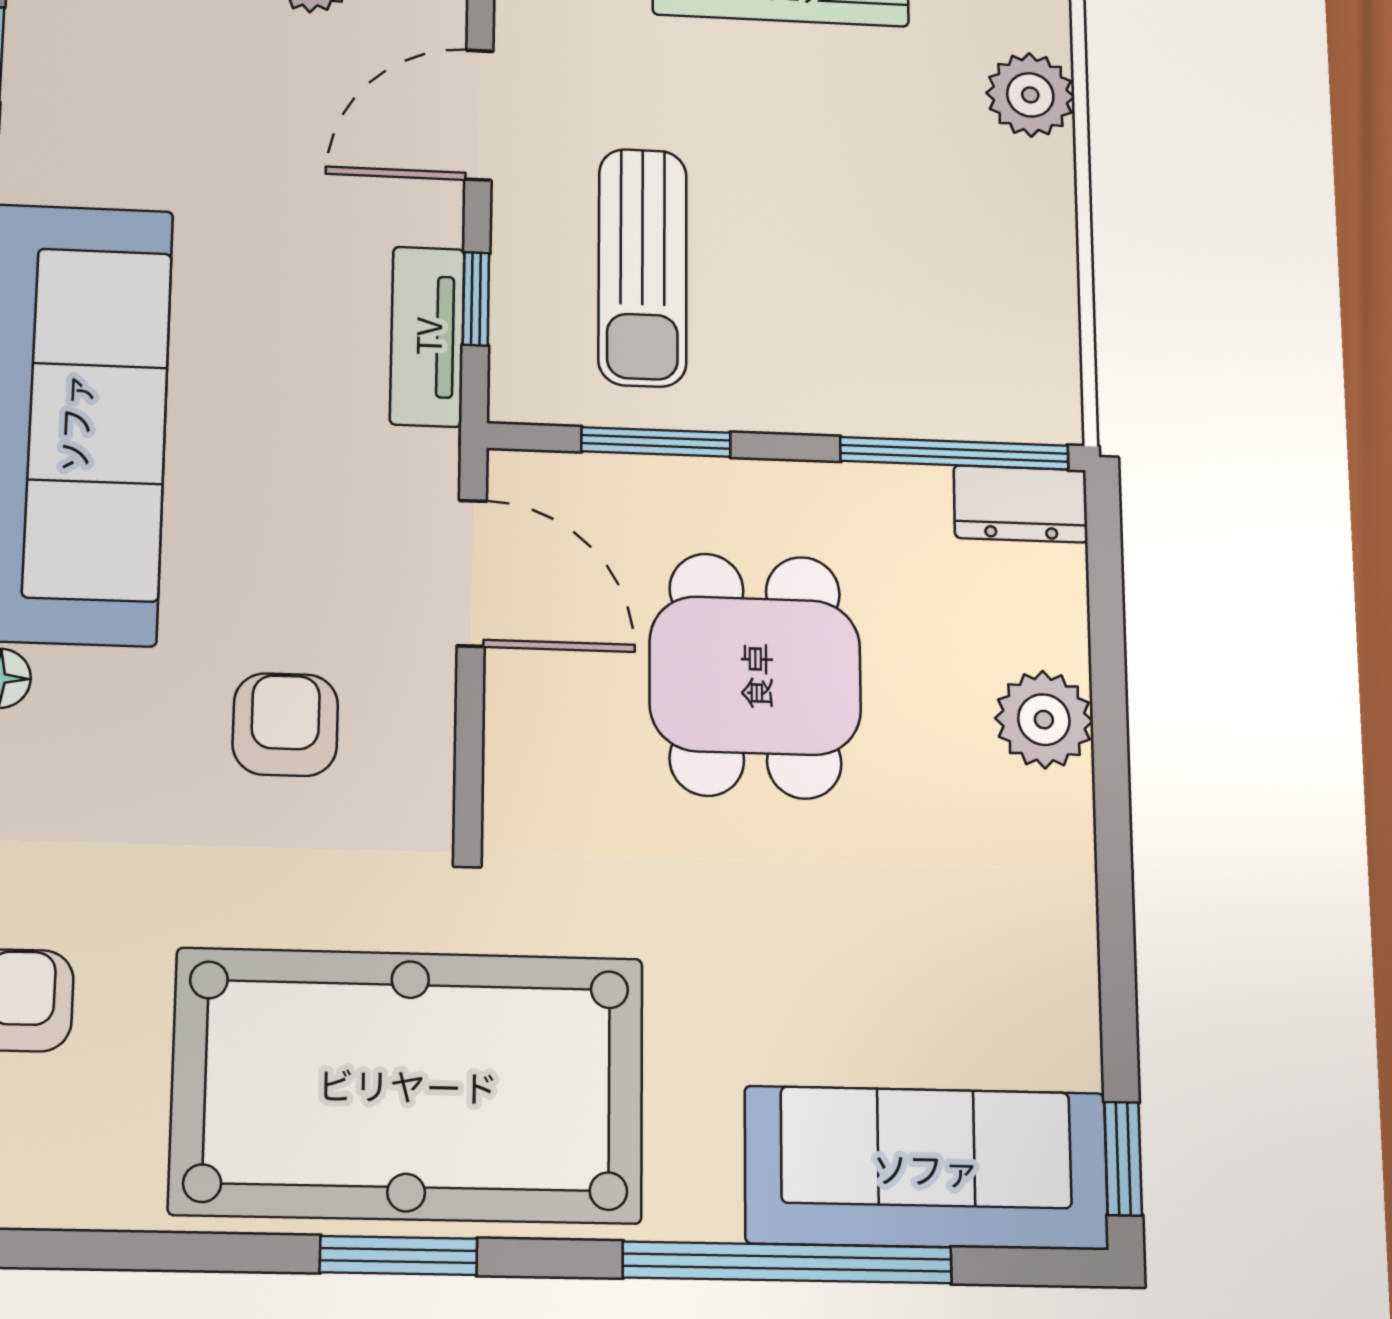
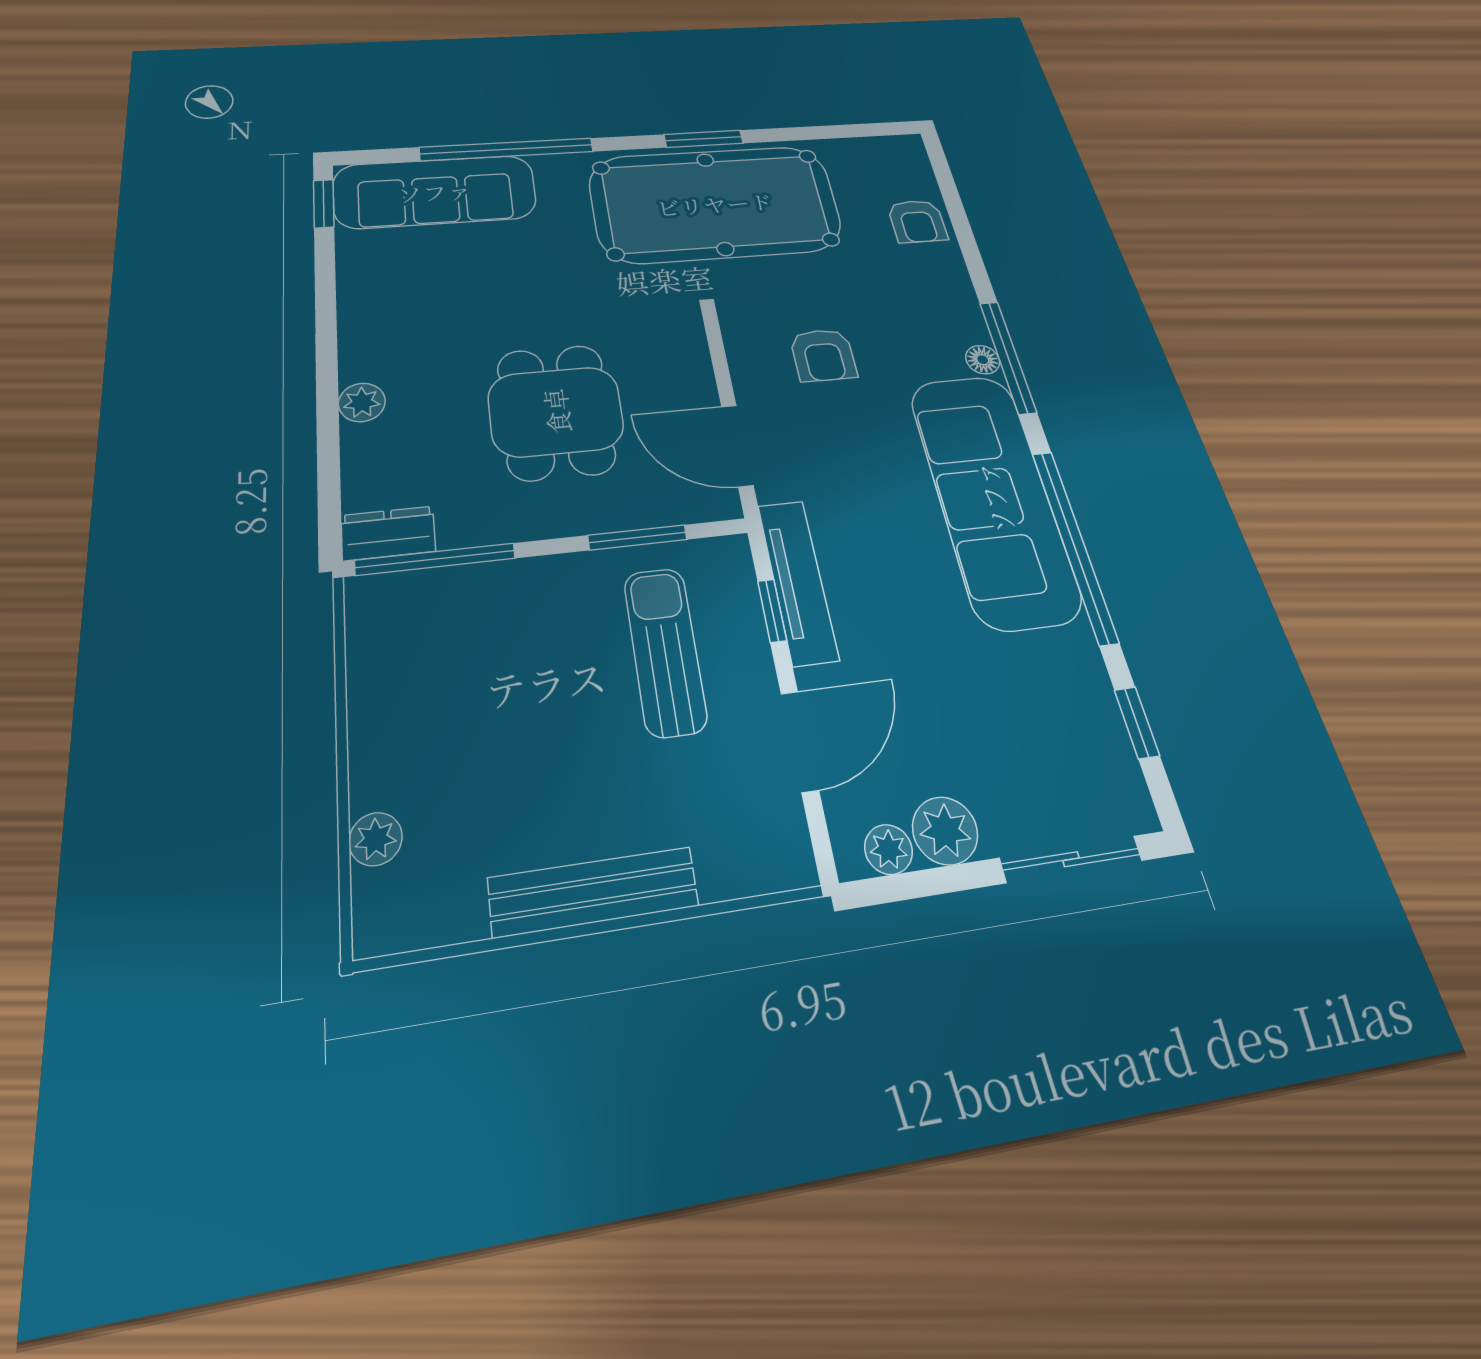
plant: (1030, 95) -> (376, 839), width x0.73, depth x0.73
tv unit: (427, 336) -> (798, 581), width x1.41
plant: (1044, 720) -> (362, 402), width x0.73, depth x0.73

